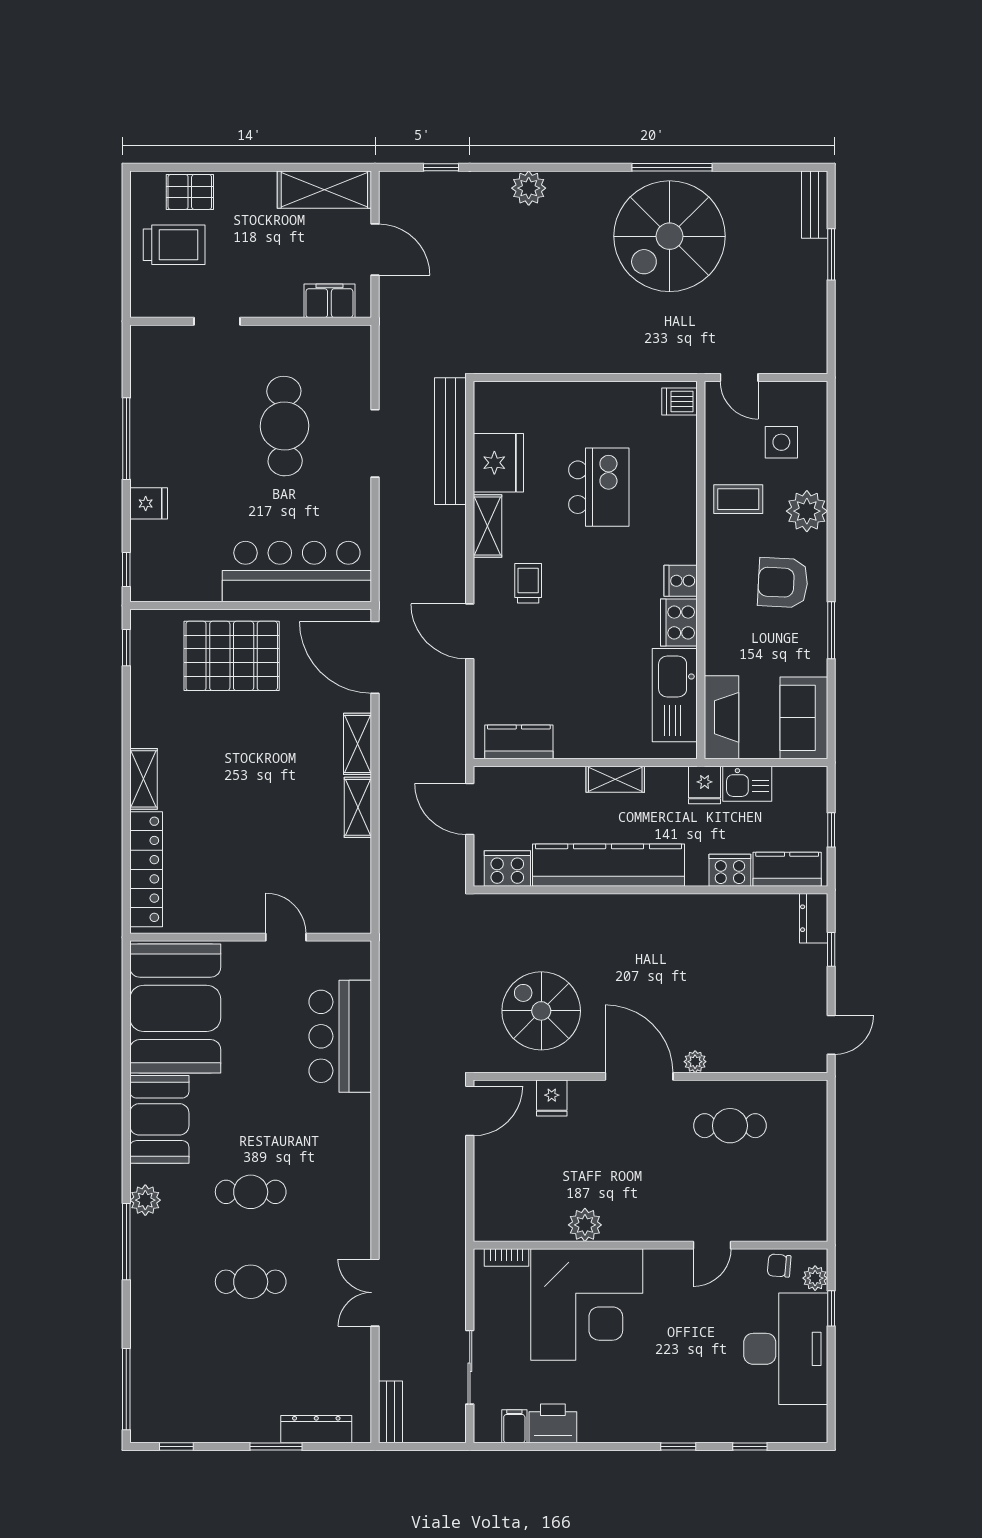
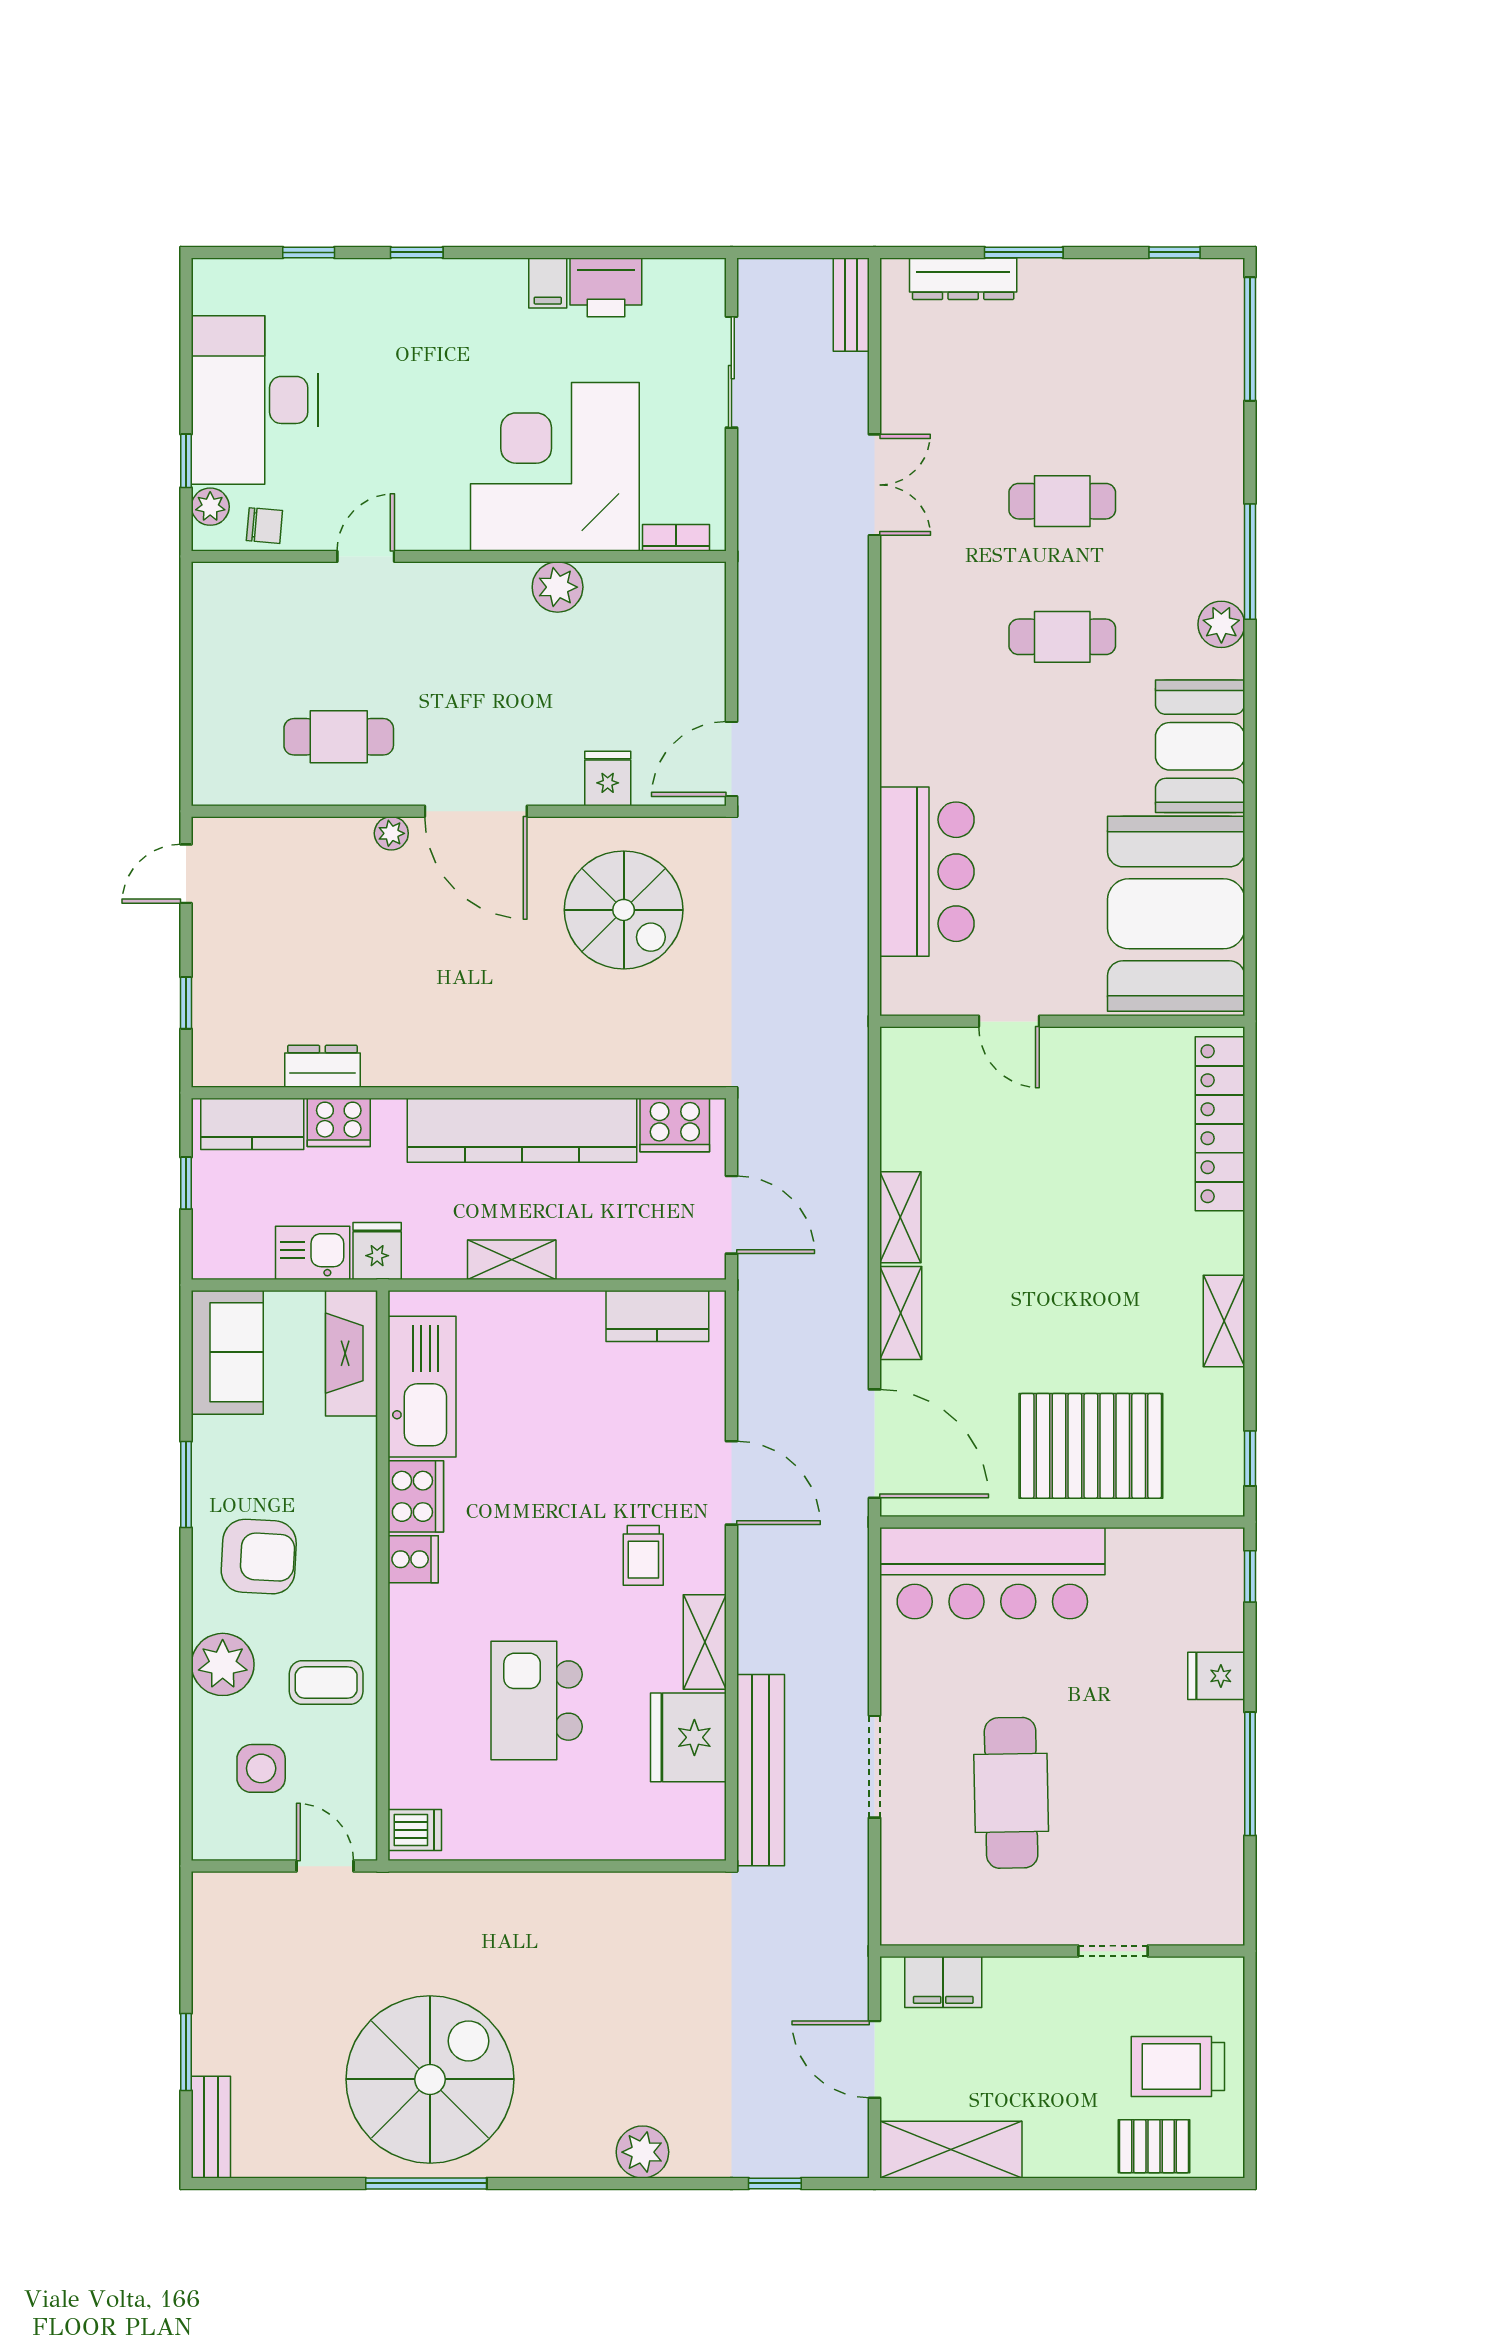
shelving: (144, 779) -> (1224, 1321), moved
dresser: (814, 918) -> (322, 1066), moved, turned -90
filing cabinet: (514, 1426) -> (548, 283), moved

